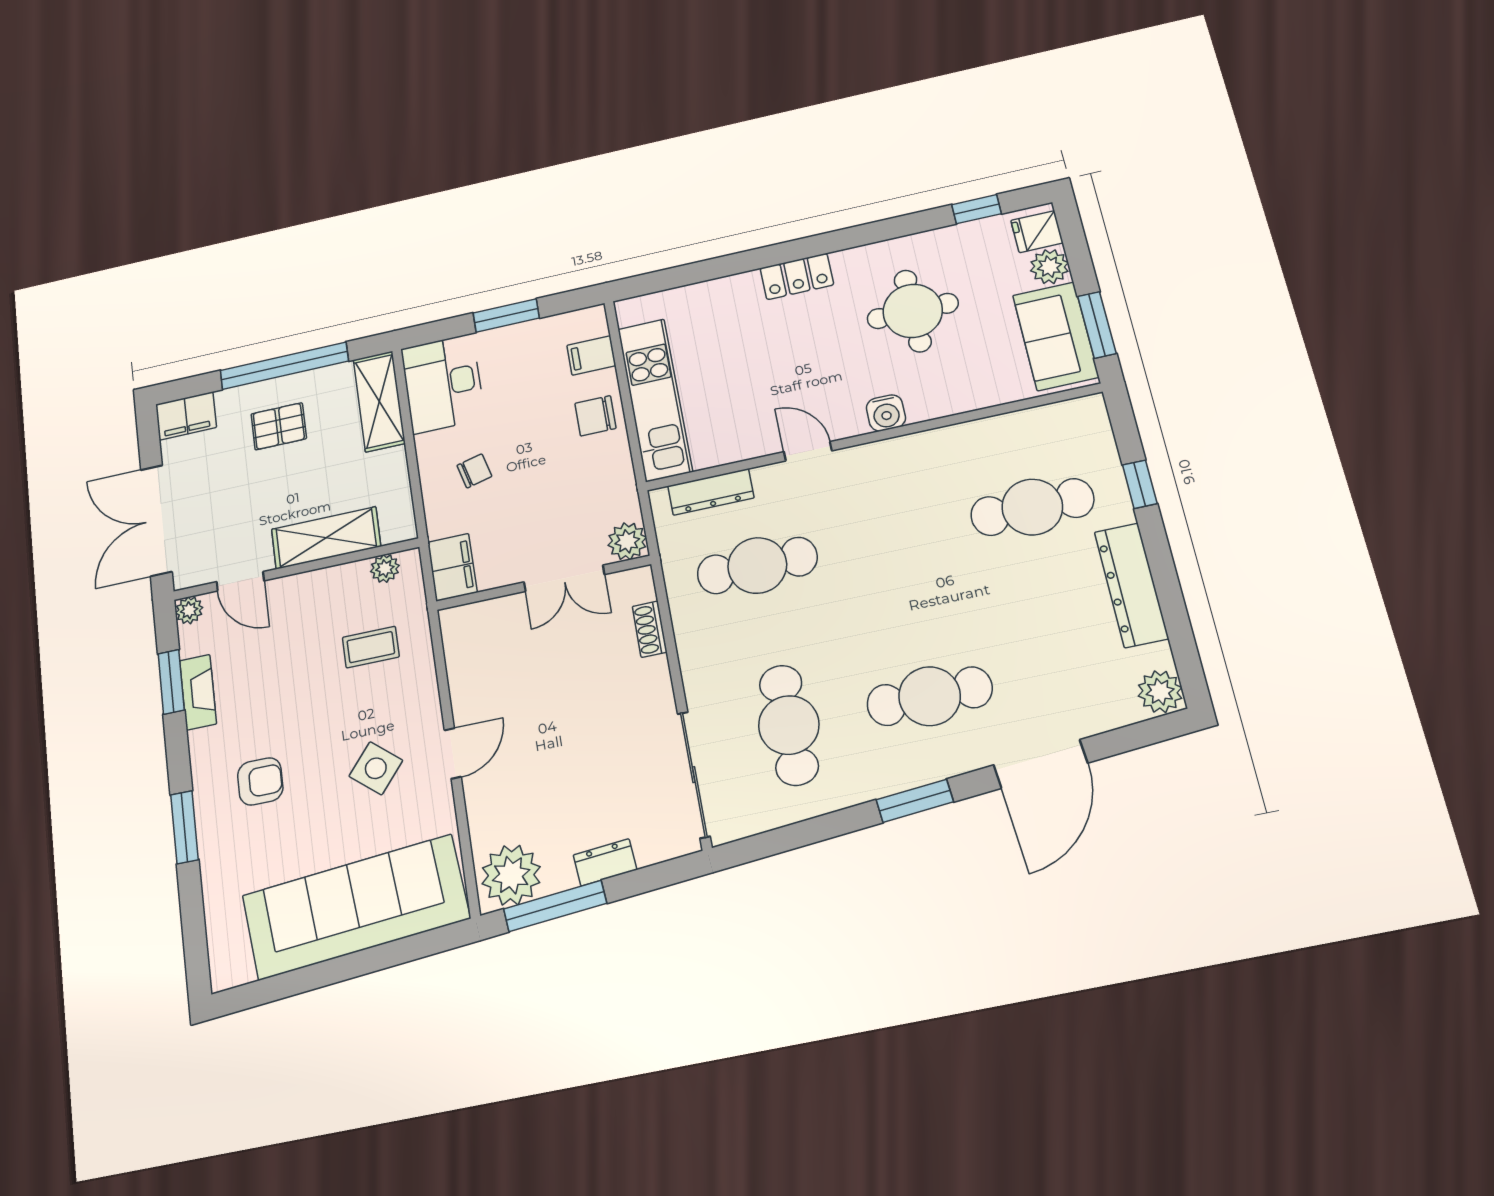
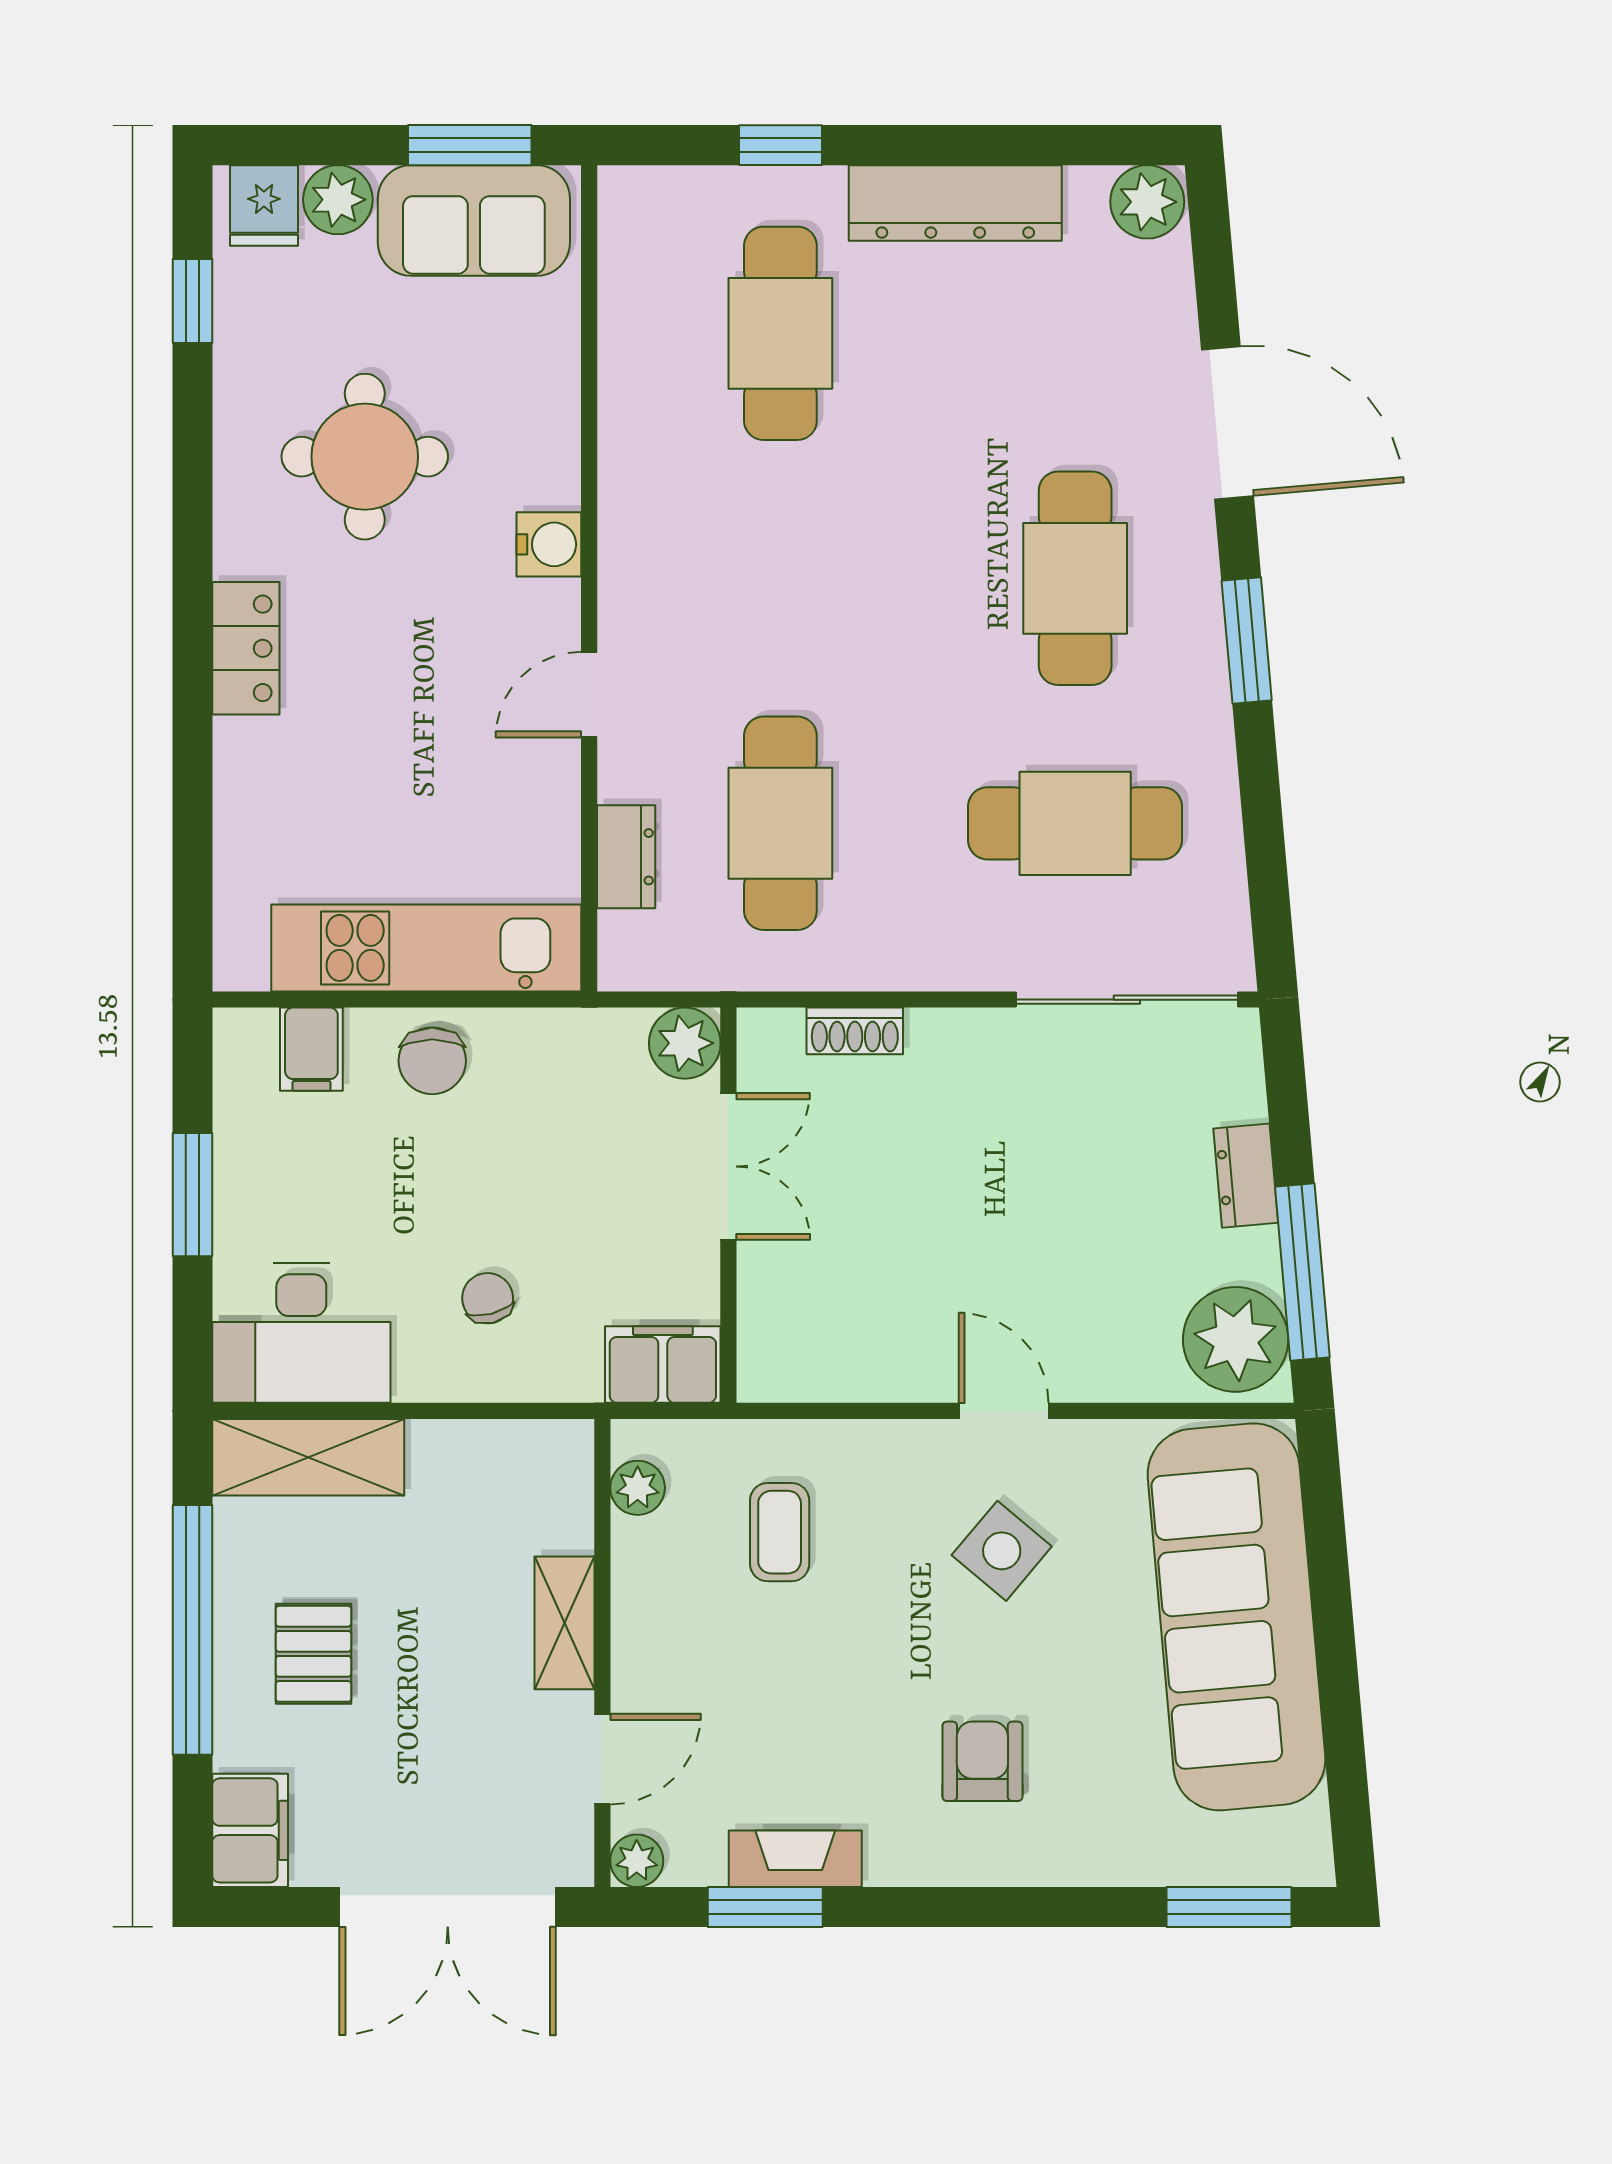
dresser: (711, 492) -> (626, 857), width x0.70
shelving: (326, 538) -> (565, 1623), width x0.67, depth x0.75
window: (185, 827) -> (1229, 1907), moved

